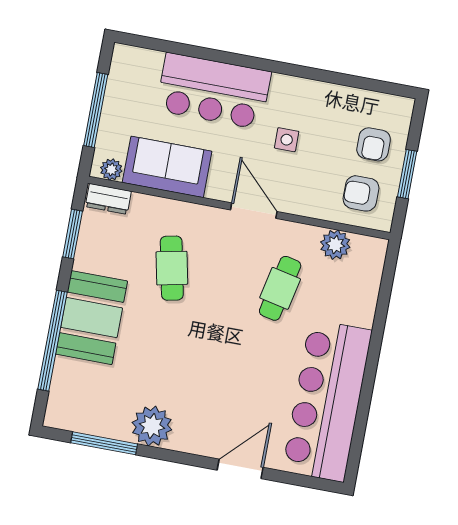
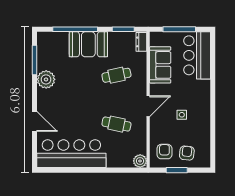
bar counter: (214, 91) -> (197, 55), moved
armchair: (374, 144) -> (187, 153), turned 96
plant: (111, 169) -> (155, 41), removed
plant: (335, 245) -> (140, 161), moved

